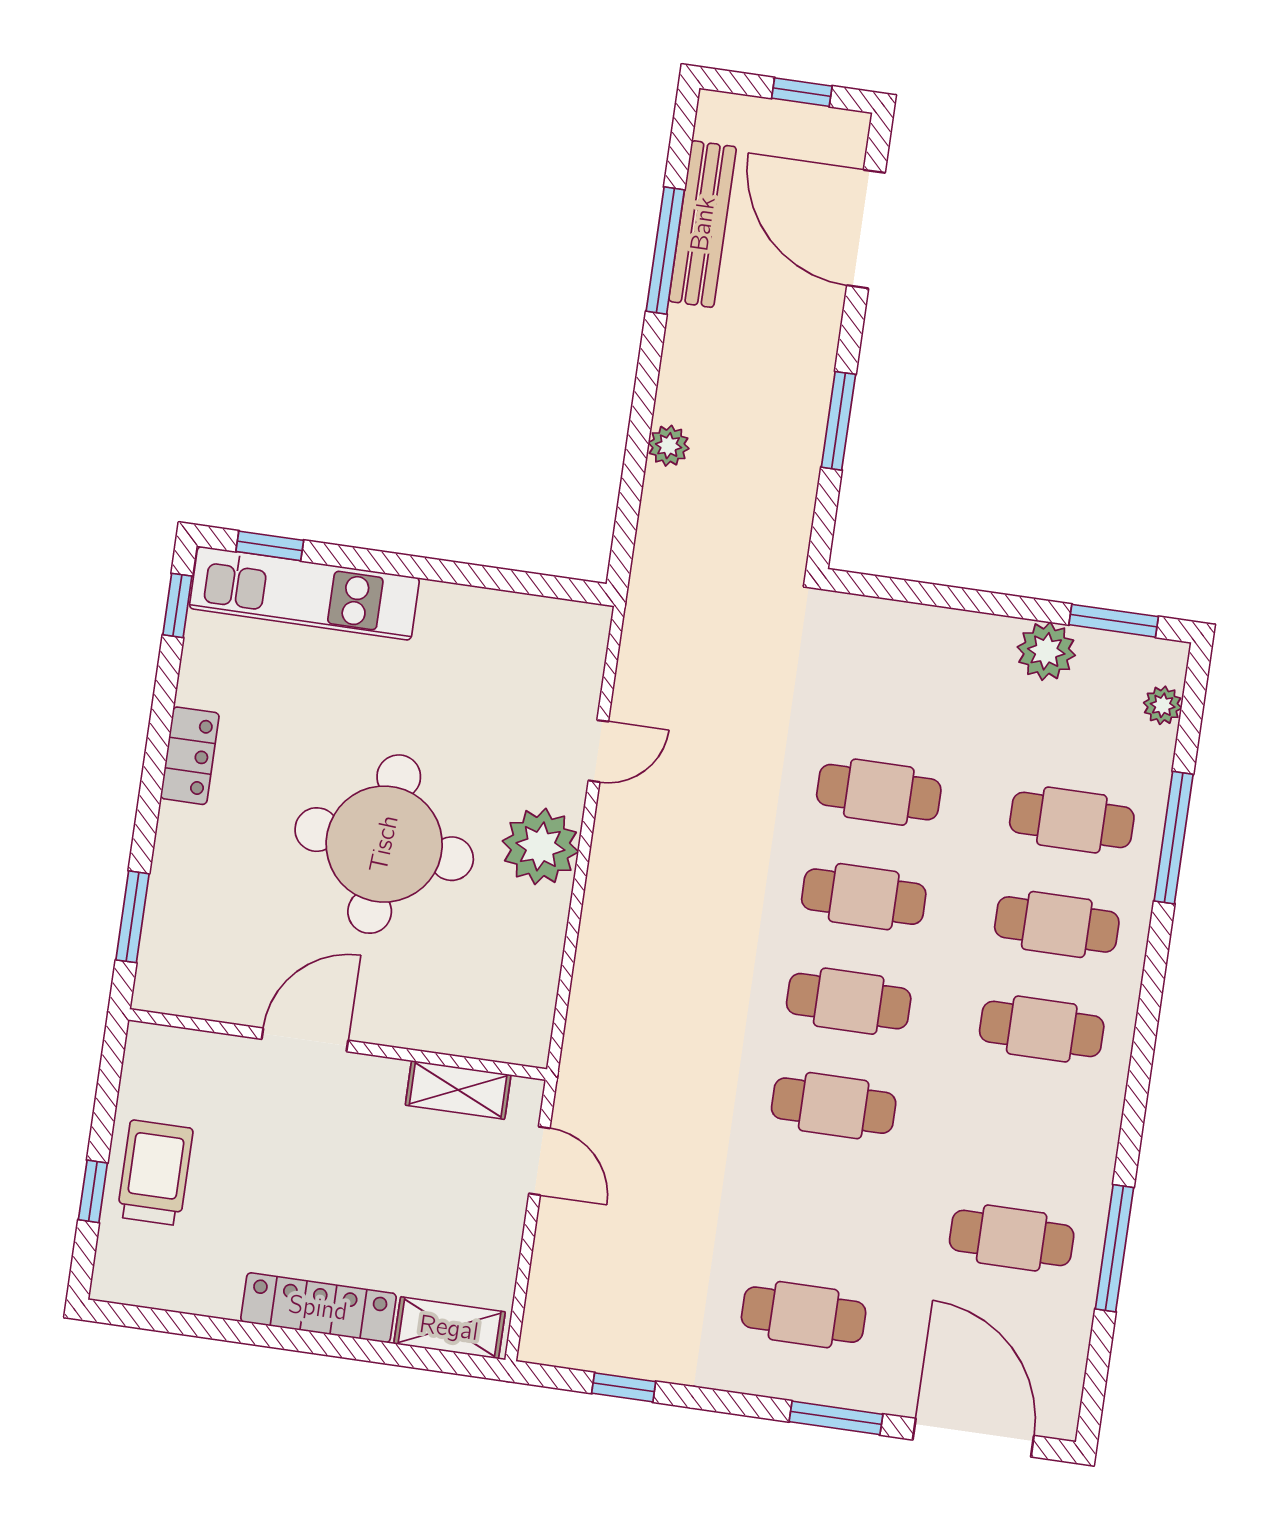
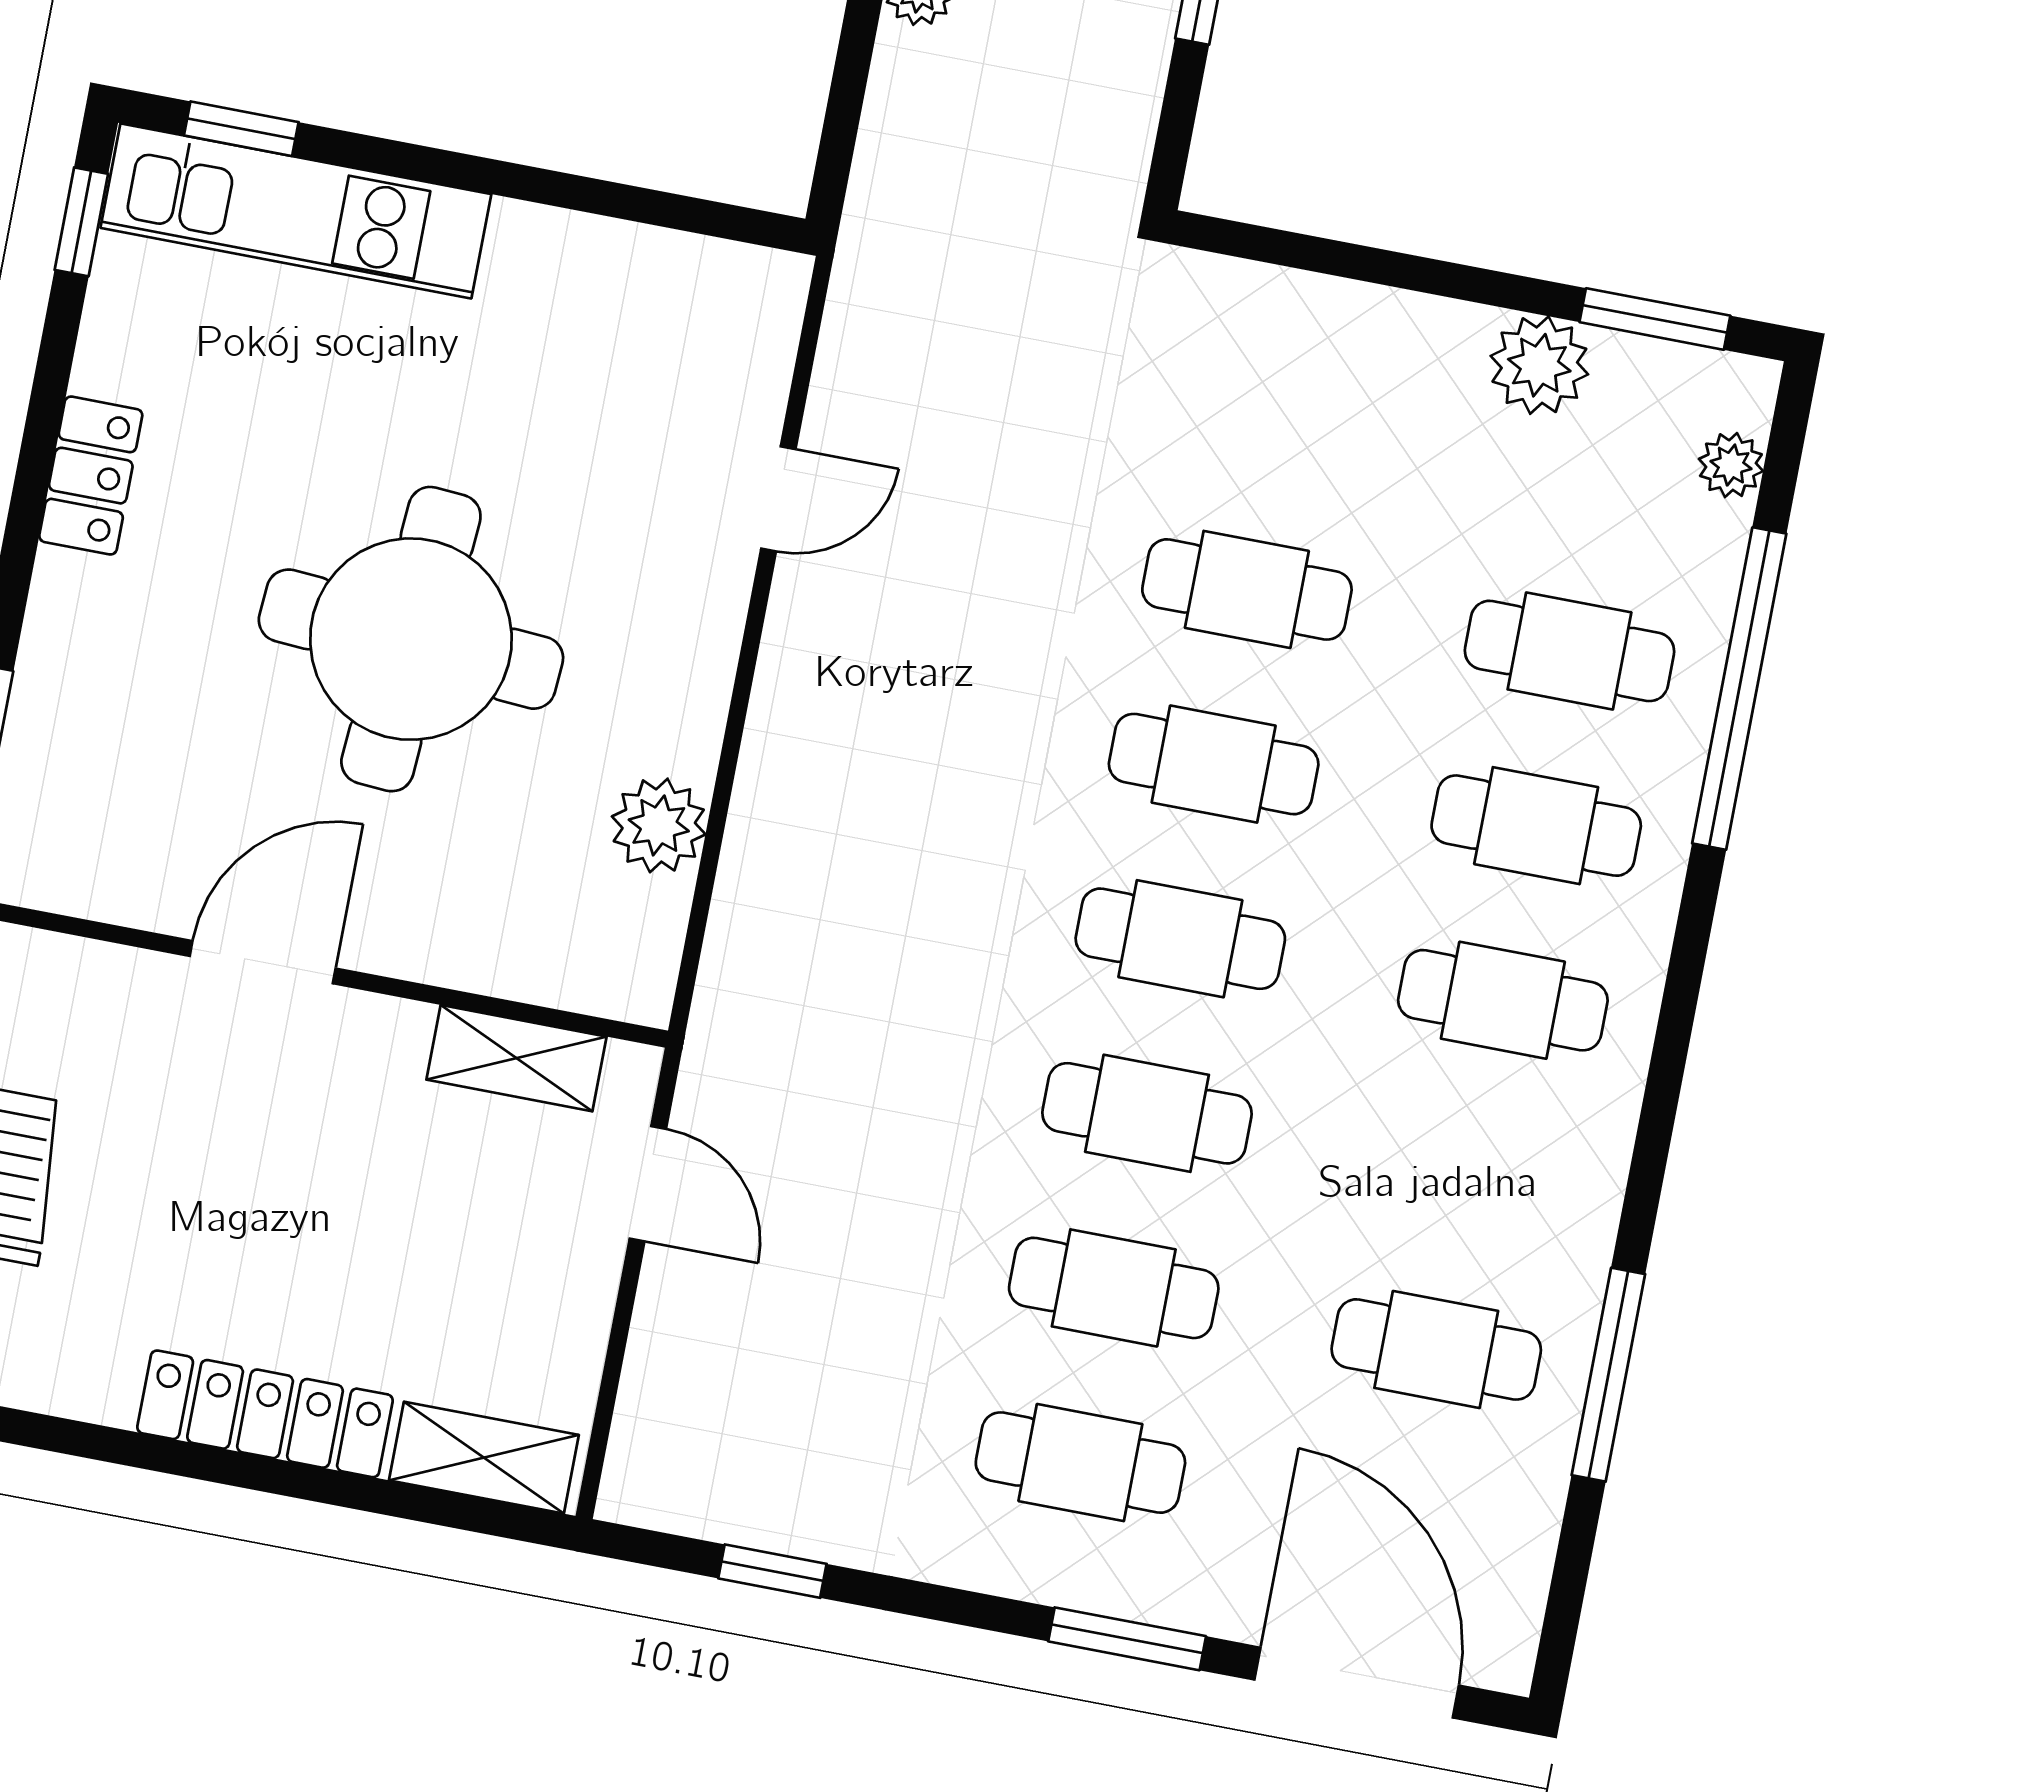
window: (1174, 838) -> (1739, 689), width x1.46
plant: (540, 846) -> (659, 825), moved, width x0.73, depth x0.73
cafe table: (819, 1210) -> (1114, 1288), added

